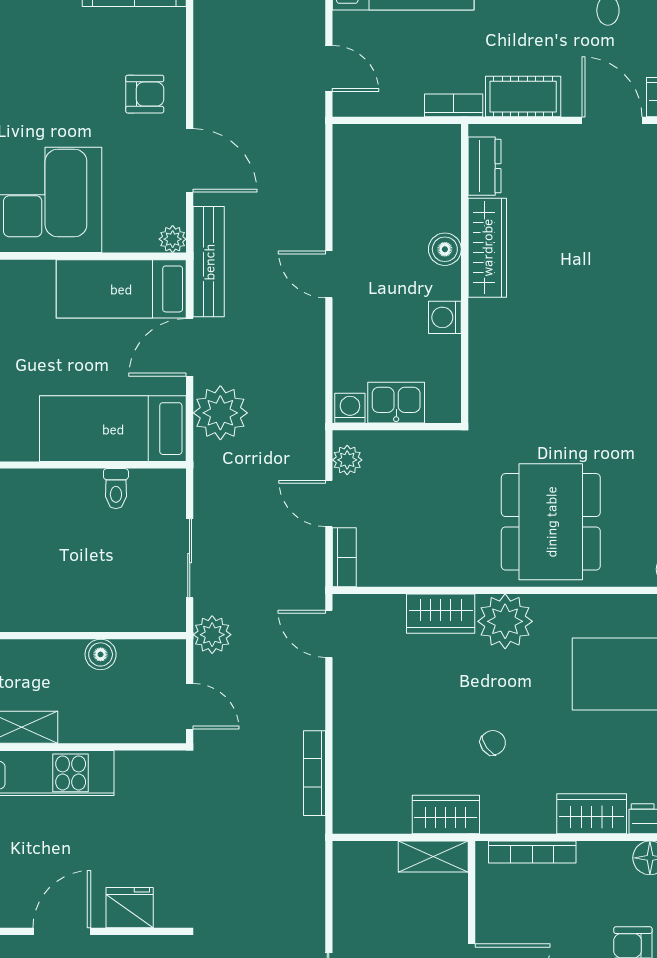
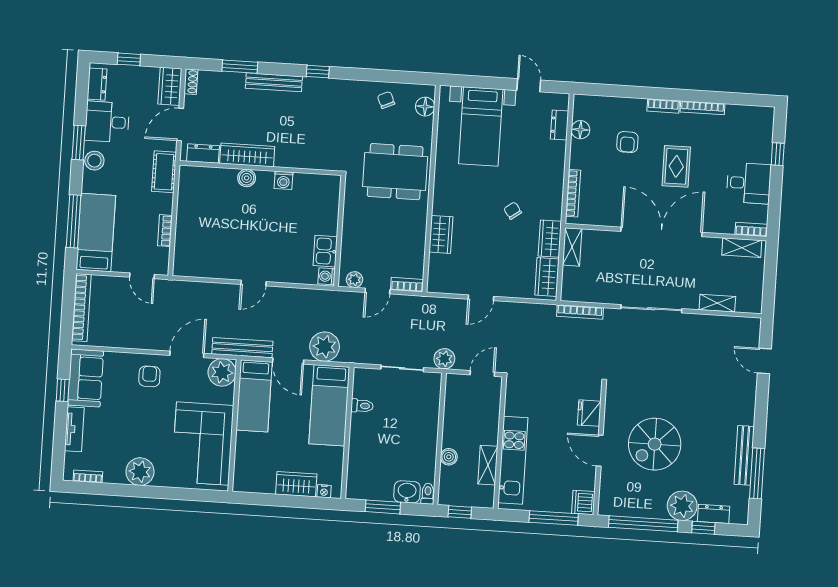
door: (329, 68) -> (142, 276), swing flipped
bookcase: (454, 105) -> (165, 231), moved
dresser: (485, 166) -> (203, 154), moved
plant: (173, 239) -> (222, 372), width x1.88, depth x1.88
wardrobe: (487, 248) -> (247, 155), moved
boiler: (445, 249) -> (247, 178), moved
wall: (465, 274) -> (260, 168), moved
washing machine: (445, 317) -> (283, 180), moved
plant: (505, 621) -> (447, 200), removed
door: (329, 634) -> (481, 298), moved
boiler: (101, 654) -> (449, 457), moved
bookcase: (315, 773) -> (580, 312), moved
wardrobe: (592, 814) -> (547, 277), moved

